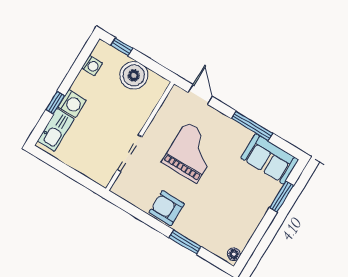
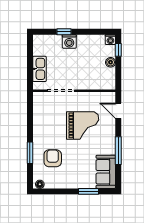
washing machine: (92, 66) -> (110, 40), moved
boiler: (134, 75) -> (111, 62), width x0.54, depth x0.54
door: (200, 95) -> (118, 111), swing flipped
kitchen sink: (56, 130) -> (39, 69), moved, turned -90
armchair: (167, 208) -> (53, 158), moved

